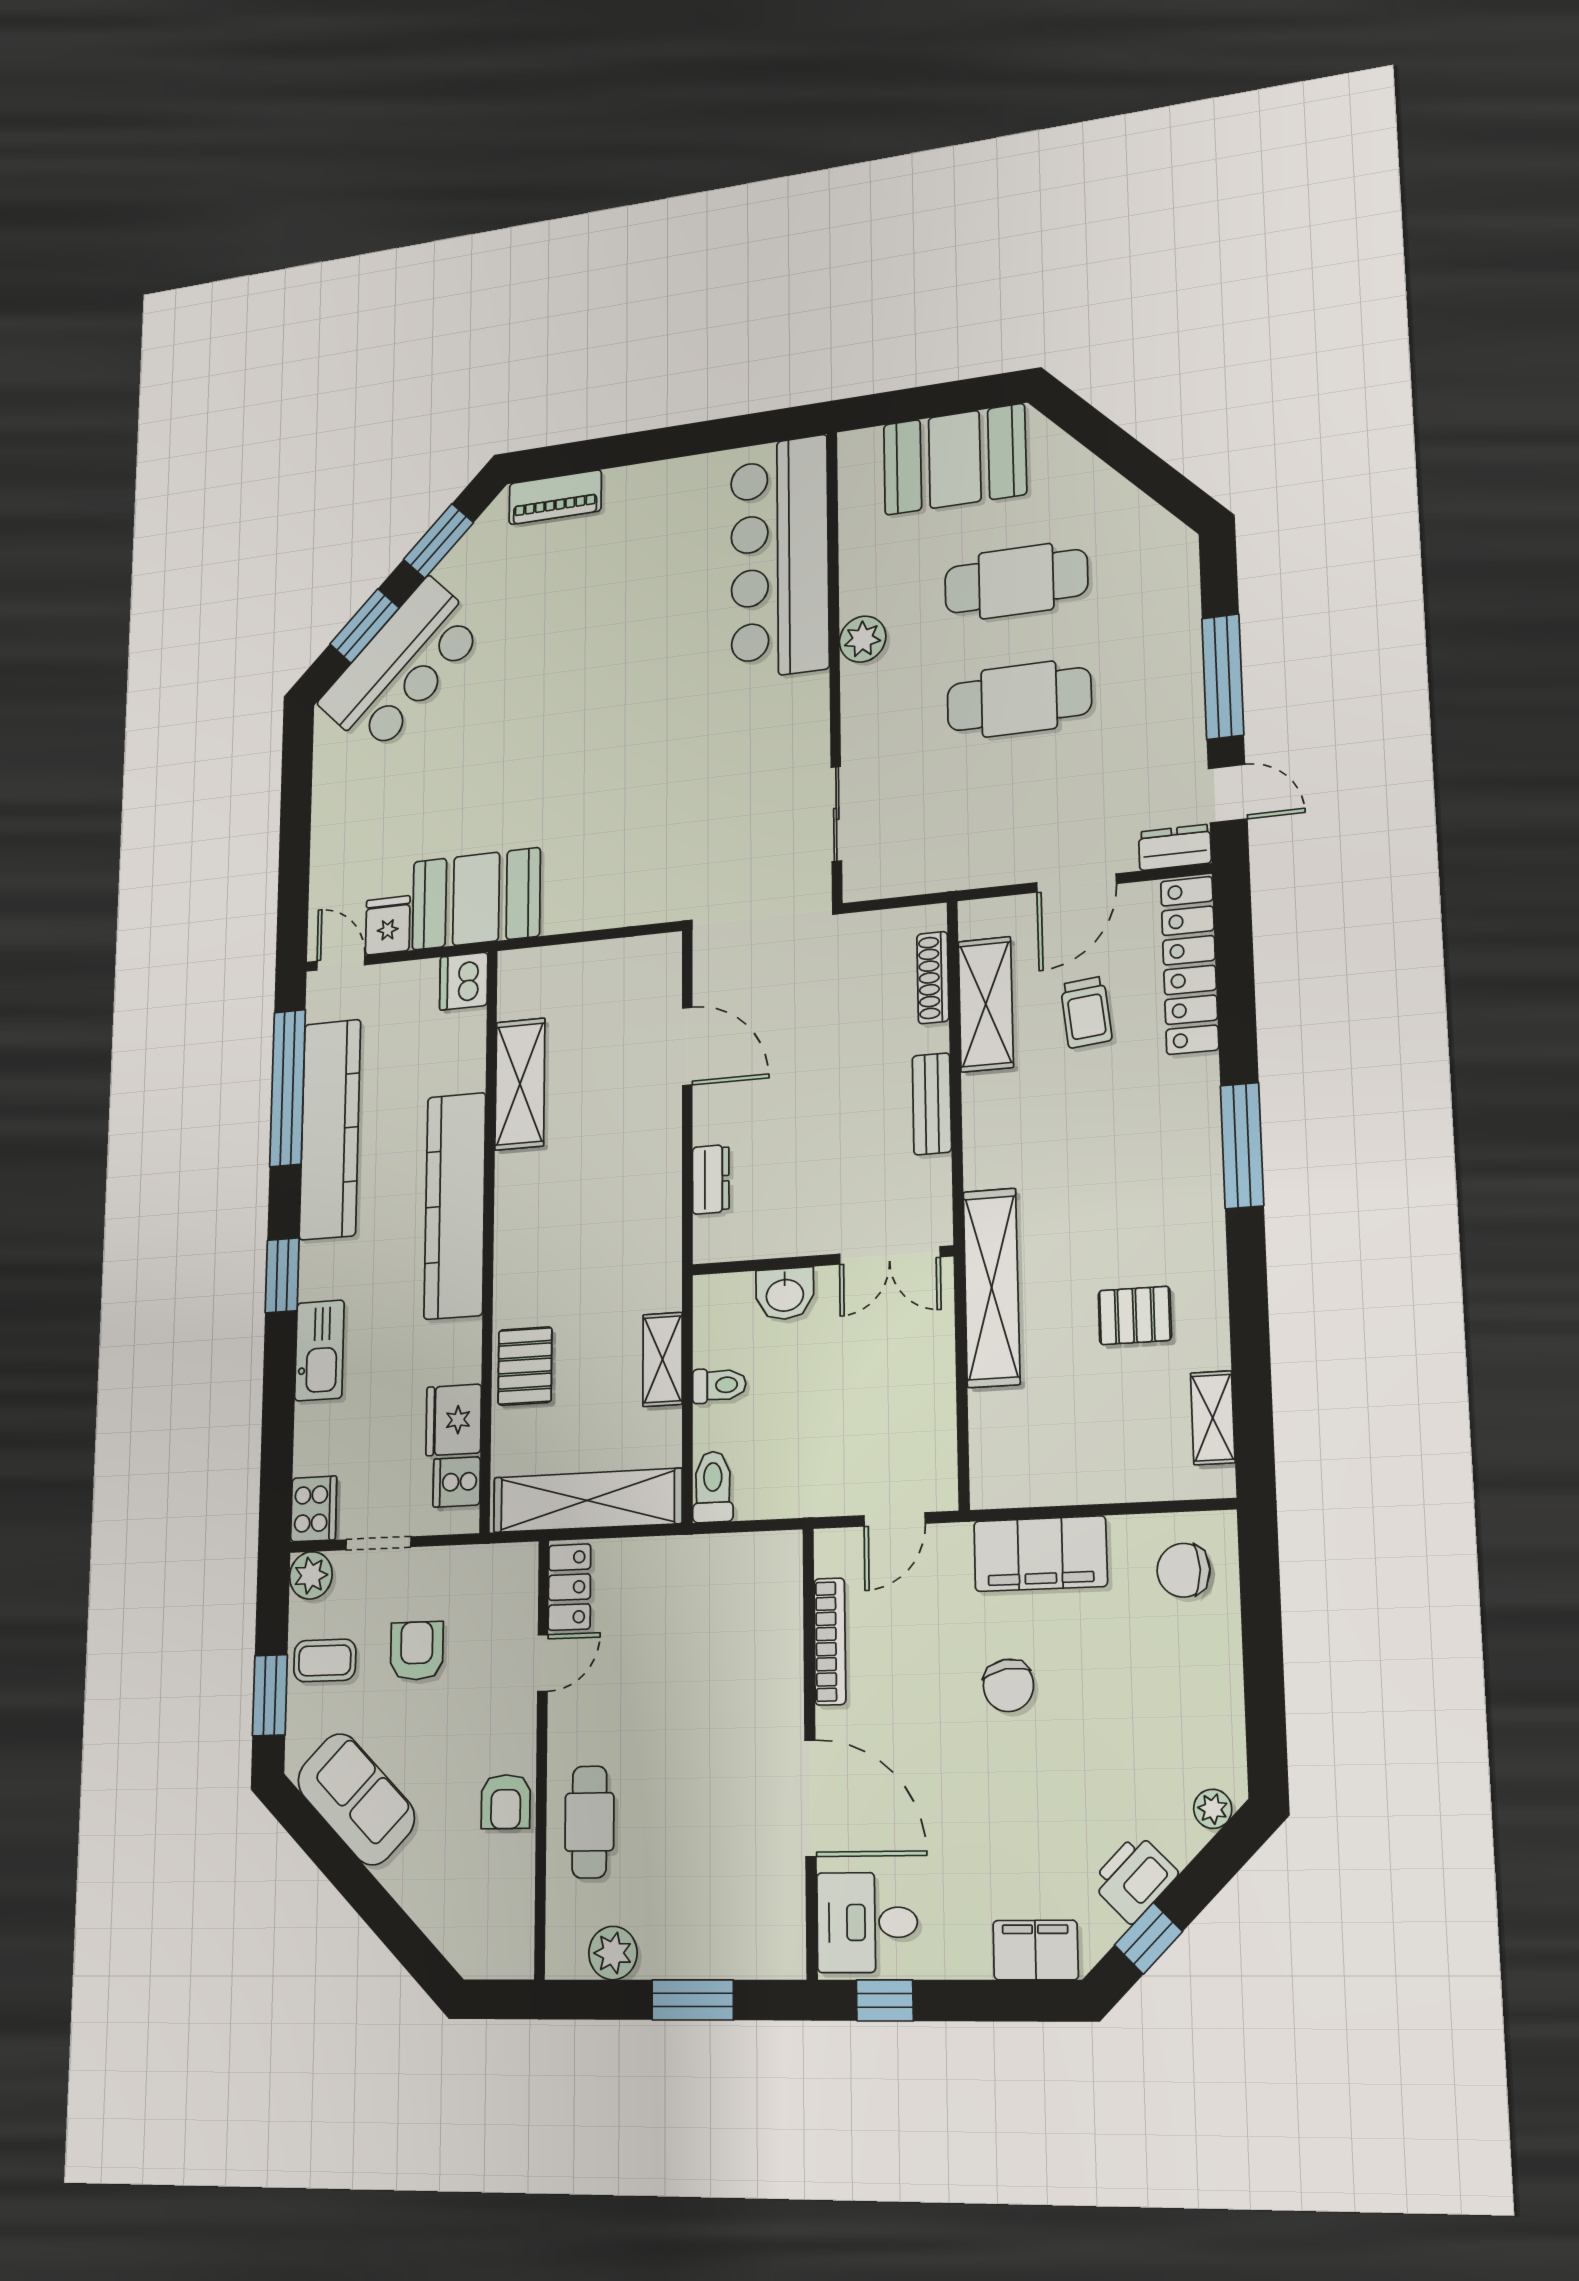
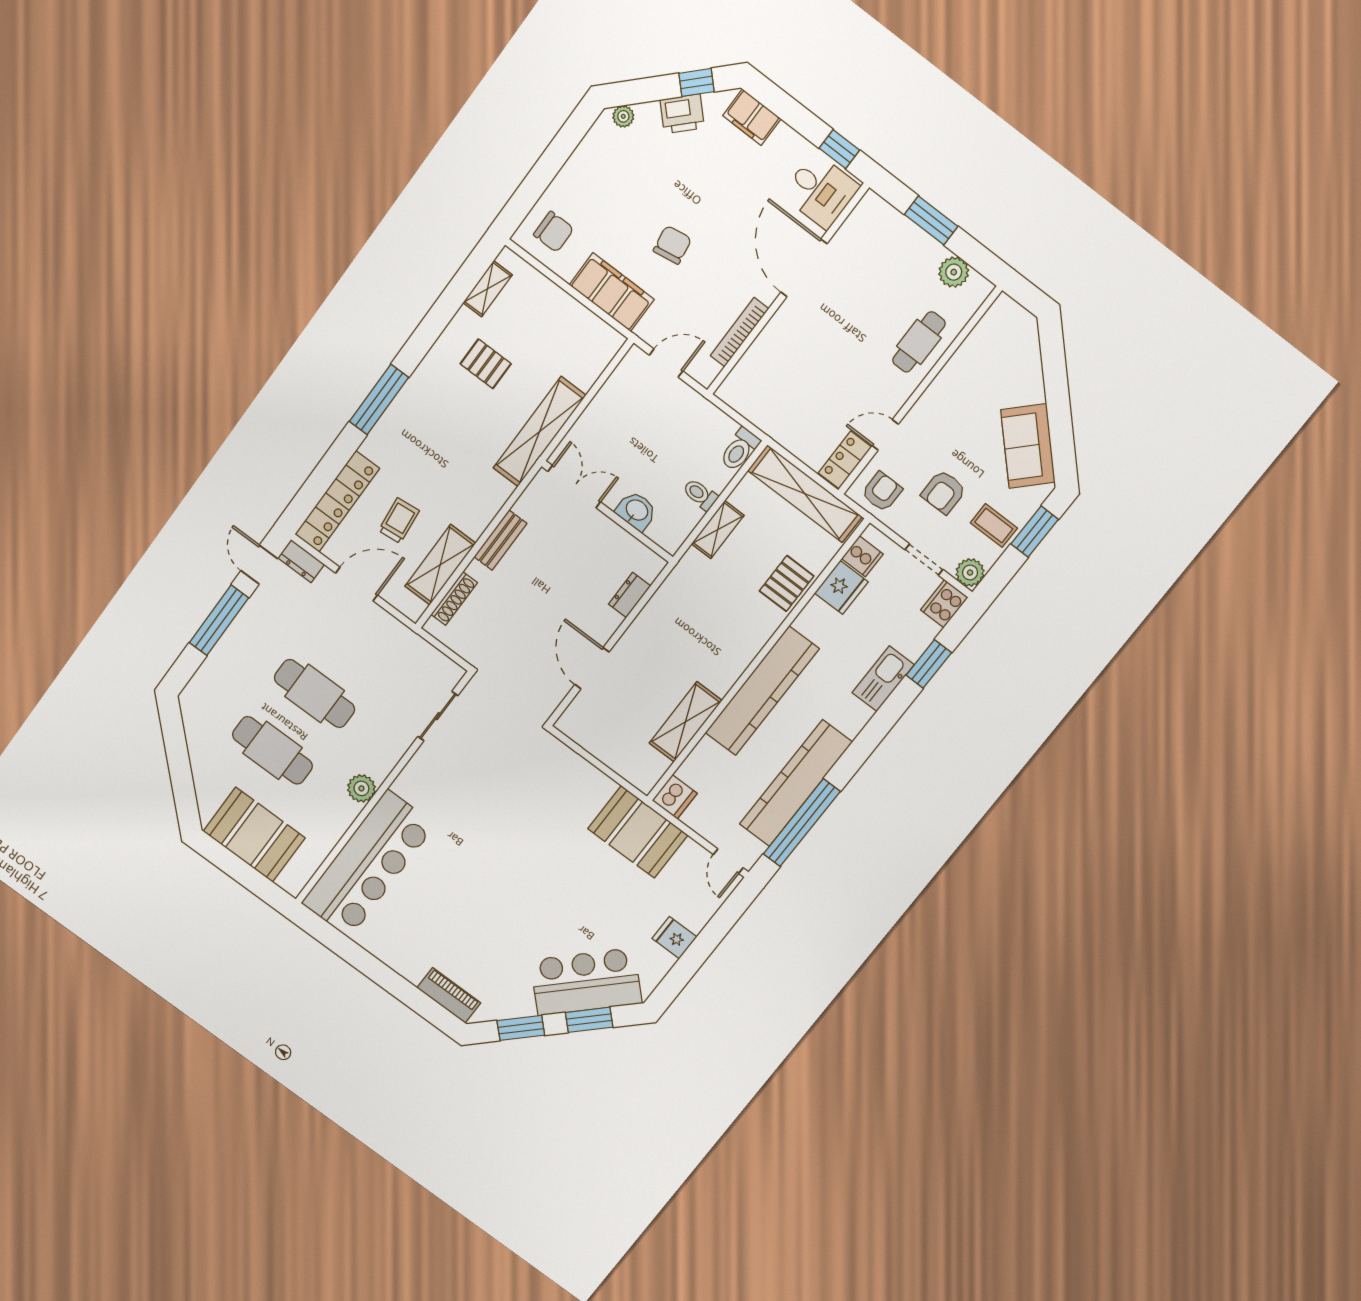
fridge: (388, 925) -> (674, 938), moved, turned 90
window: (282, 1275) -> (929, 664), moved
armchair: (506, 1802) -> (882, 492), moved

